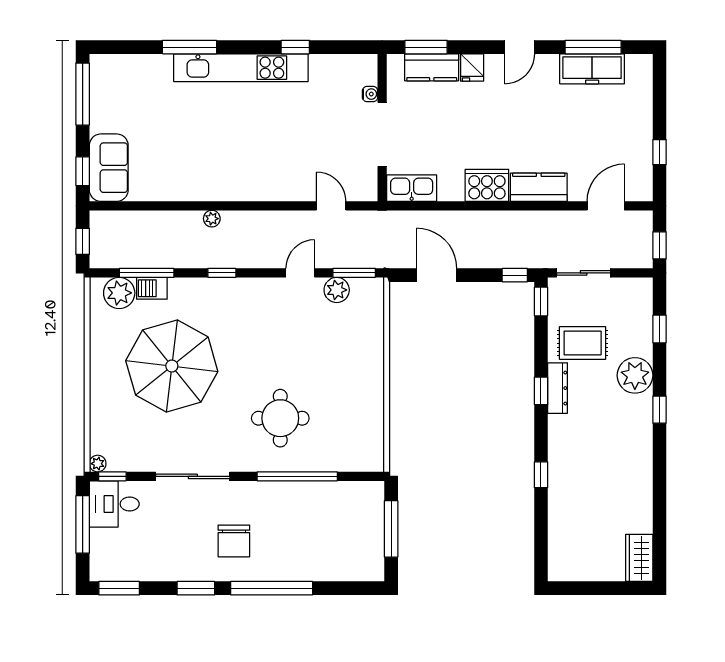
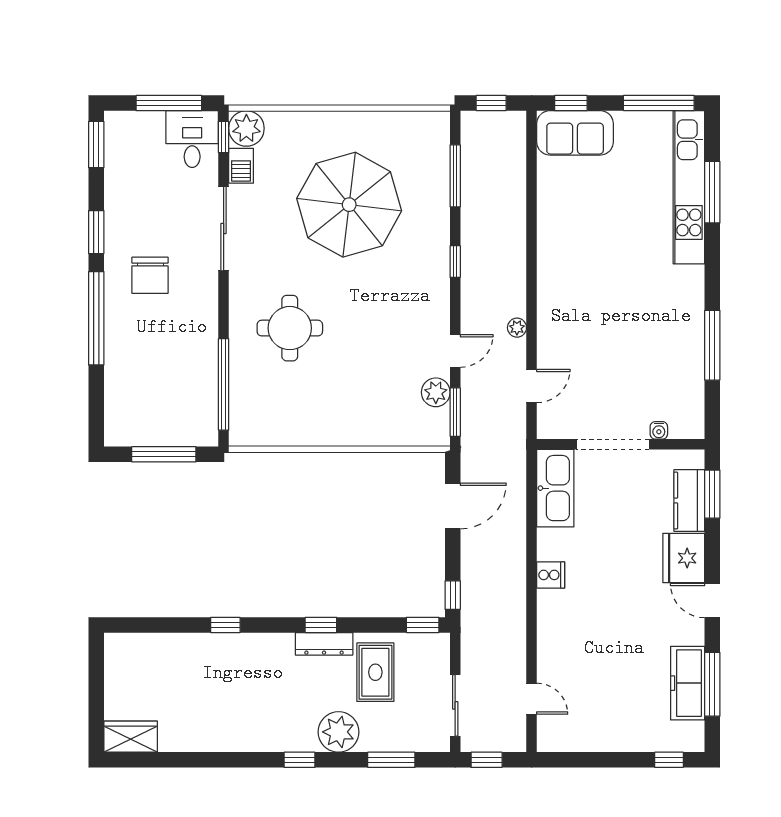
window: (189, 47) -> (712, 192), moved
window: (295, 47) -> (712, 345), width x2.17
fridge: (472, 67) -> (684, 558), width x1.88, depth x1.34
kitchen unit: (241, 68) -> (689, 187), moved
window: (659, 152) -> (669, 760), moved
cooker: (487, 185) -> (551, 575), width x0.53, depth x0.76
kitchen counter: (539, 187) -> (553, 622), removed
kitchen sink: (412, 188) -> (555, 488), width x1.36, depth x1.24
door: (606, 206) -> (532, 699), width x0.73
plant: (212, 219) -> (517, 328), moved
door: (300, 273) -> (455, 351), hinge flipped
sliding door: (584, 273) -> (455, 705), moved
barbecue: (152, 288) -> (241, 166), moved, turned 180
plant: (119, 293) -> (432, 145), removed
window: (659, 329) -> (391, 760), width x1.50
plant: (98, 464) -> (246, 128), width x1.87, depth x1.87
window: (297, 476) -> (224, 384), moved
chair: (234, 541) -> (150, 275), turned -90

